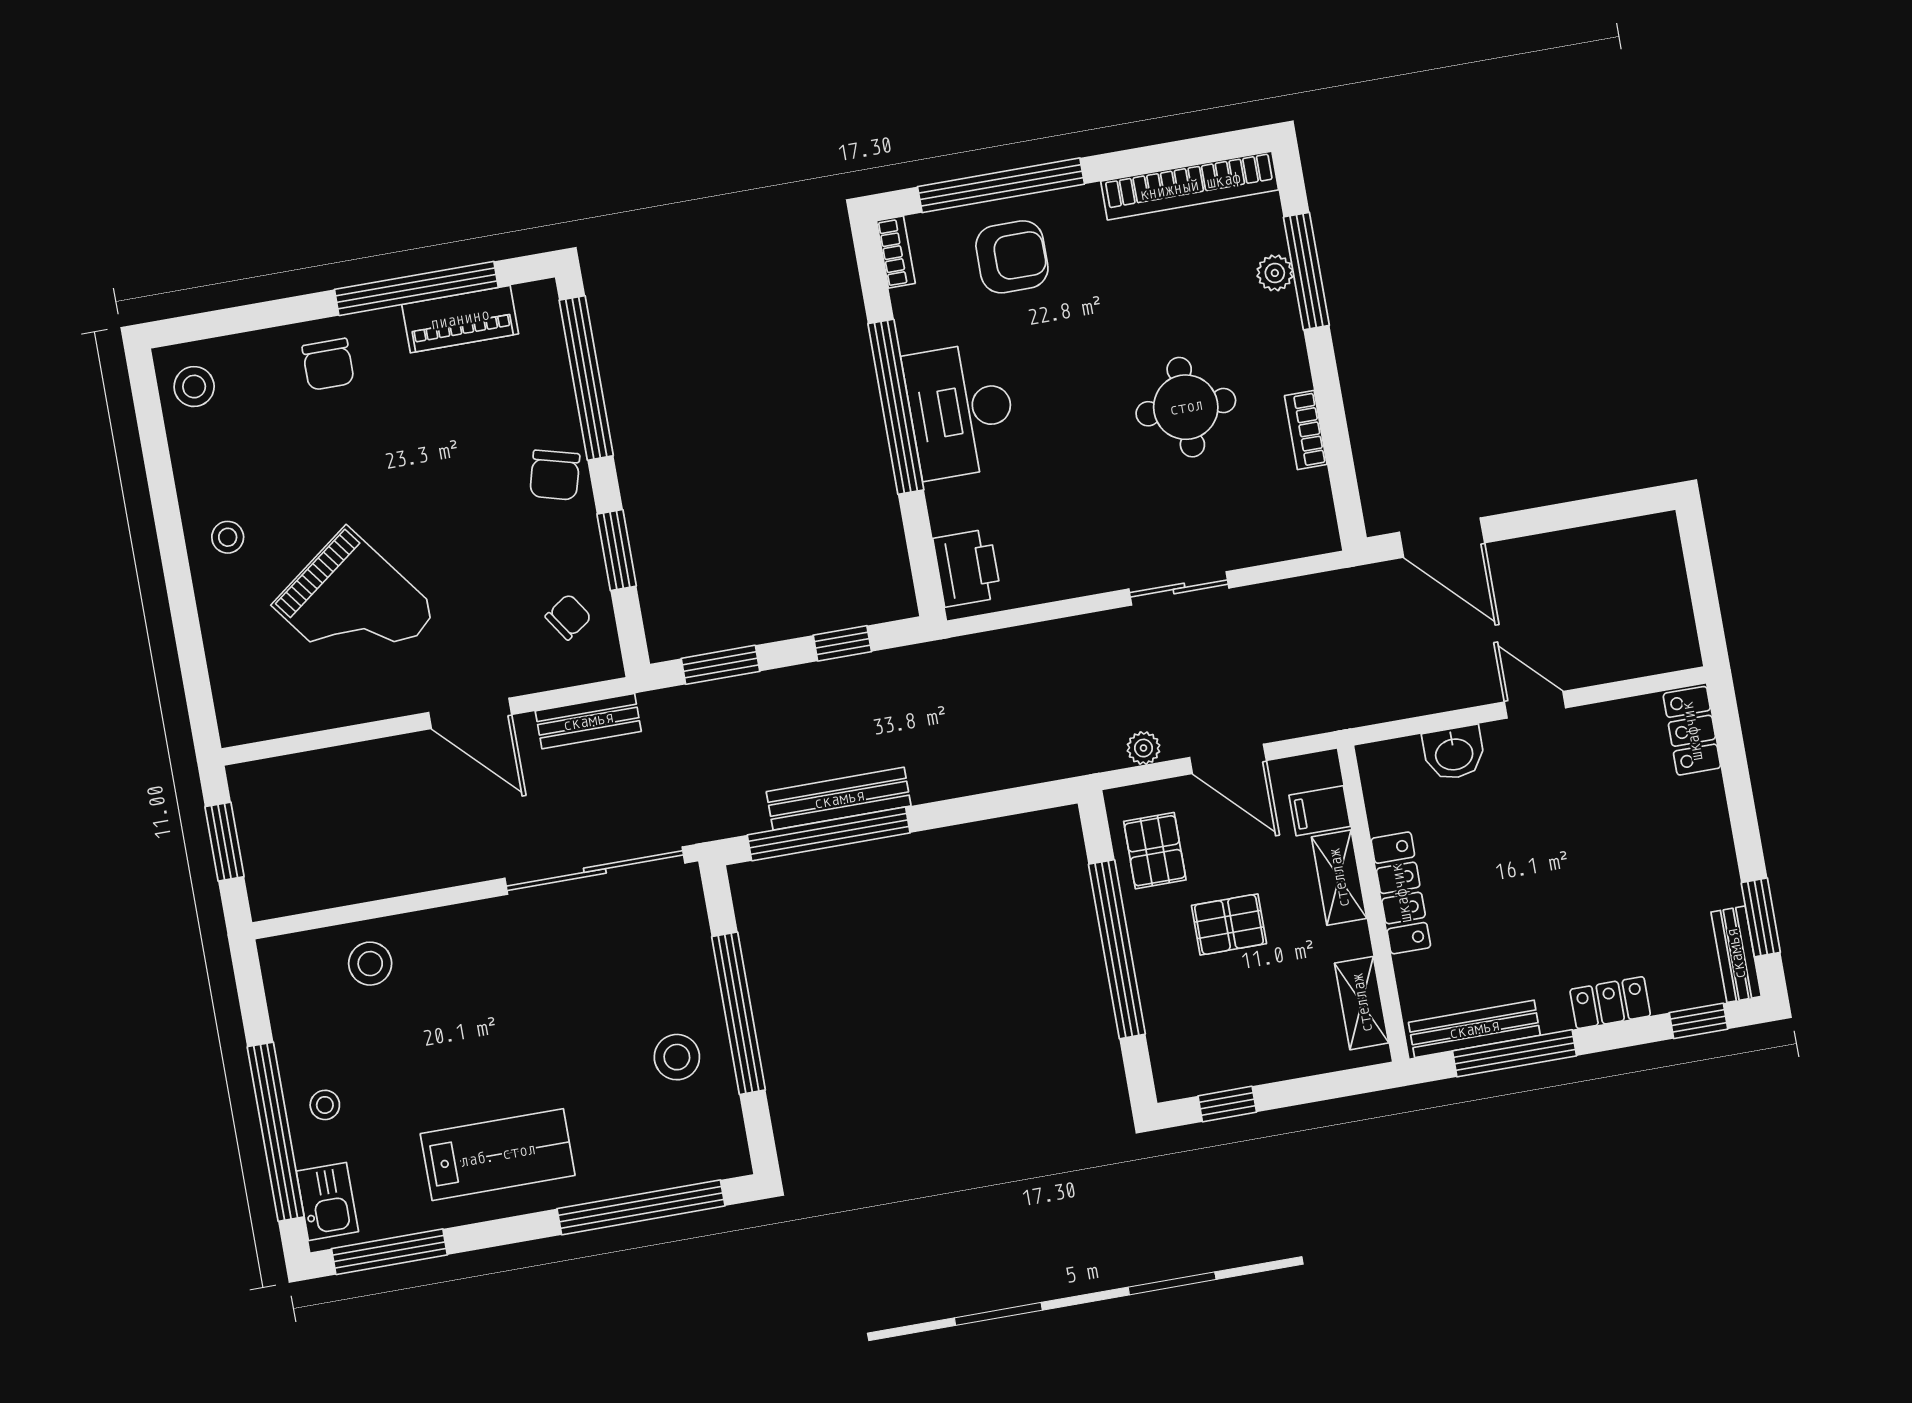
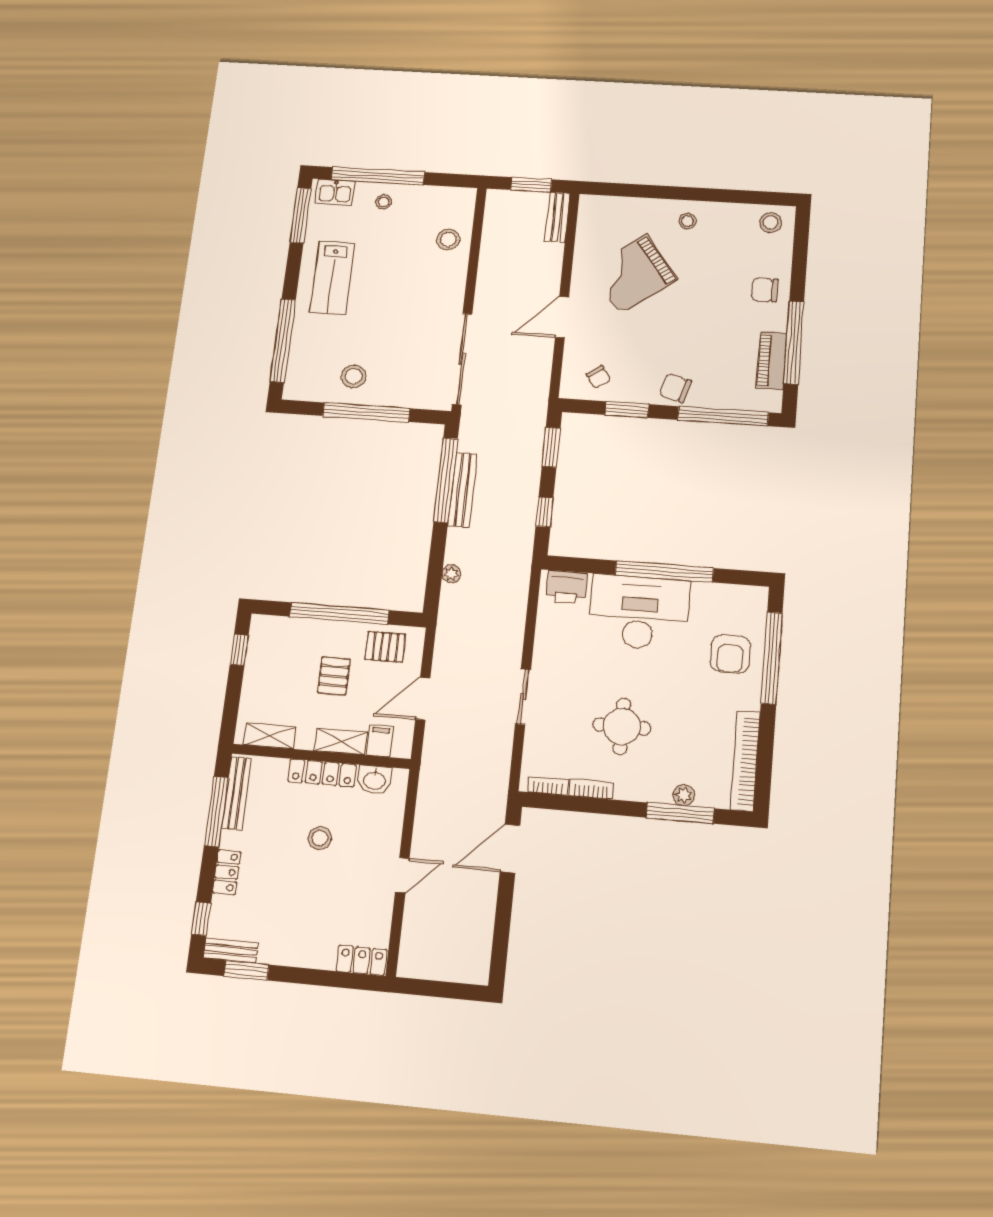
bookcase: (896, 252) -> (548, 786), moved, turned 180
desk: (961, 410) -> (639, 612), width x1.36, depth x1.30
bench: (588, 721) -> (557, 217), moved
plant: (1143, 748) -> (451, 574), moved
washbasin: (1454, 753) -> (375, 780), moved, turned -90
stool: (1511, 863) -> (320, 838), added

